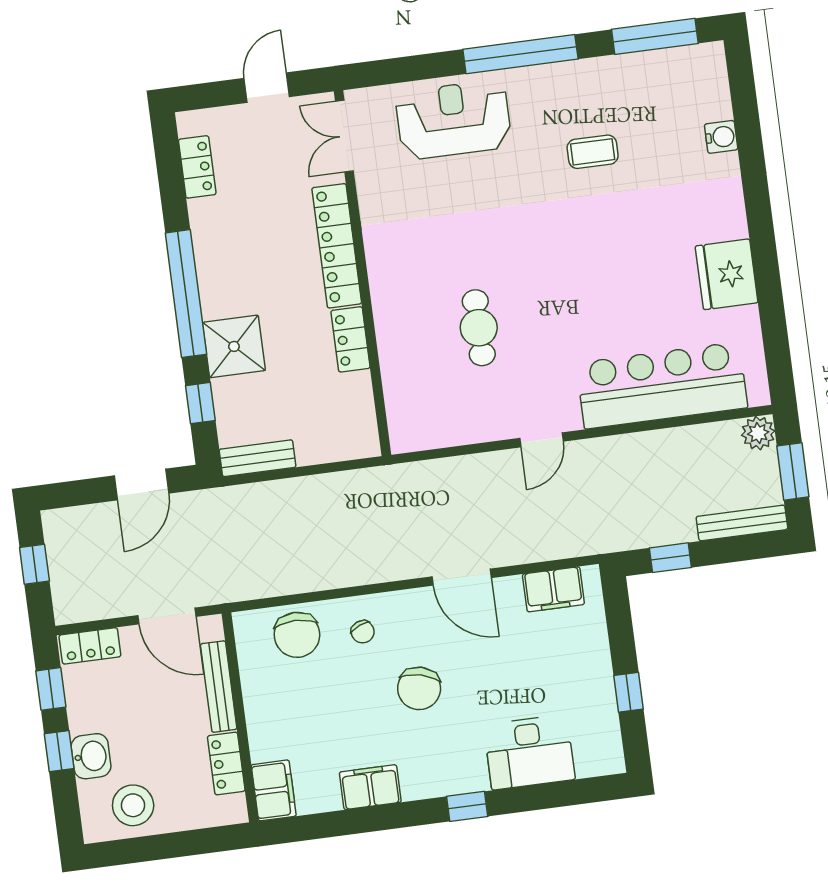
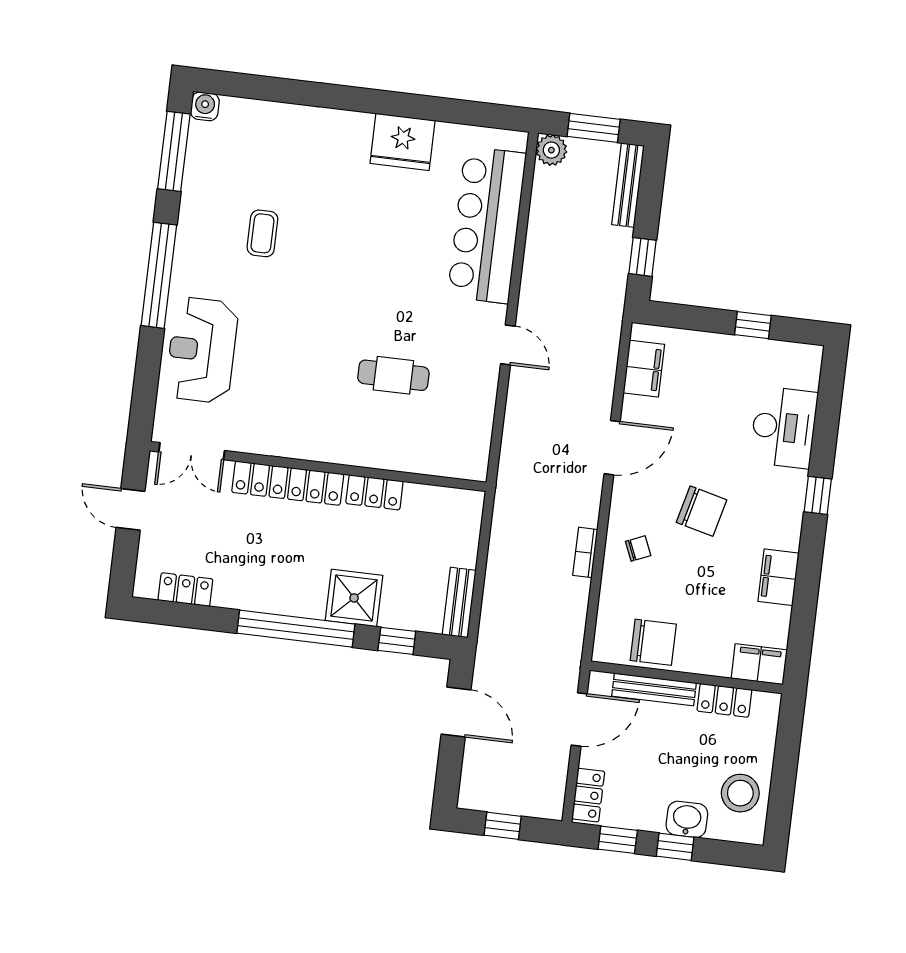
water cooler: (721, 137) -> (205, 106), moved
bookcase: (344, 577) -> (585, 552), added
chair: (297, 635) -> (653, 642), moved

